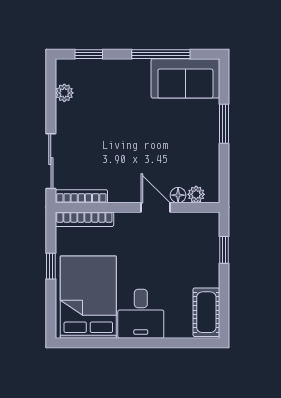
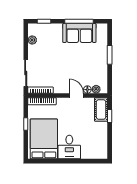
sofa: (185, 78) -> (79, 33), moved
cot: (206, 312) -> (101, 109), moved

